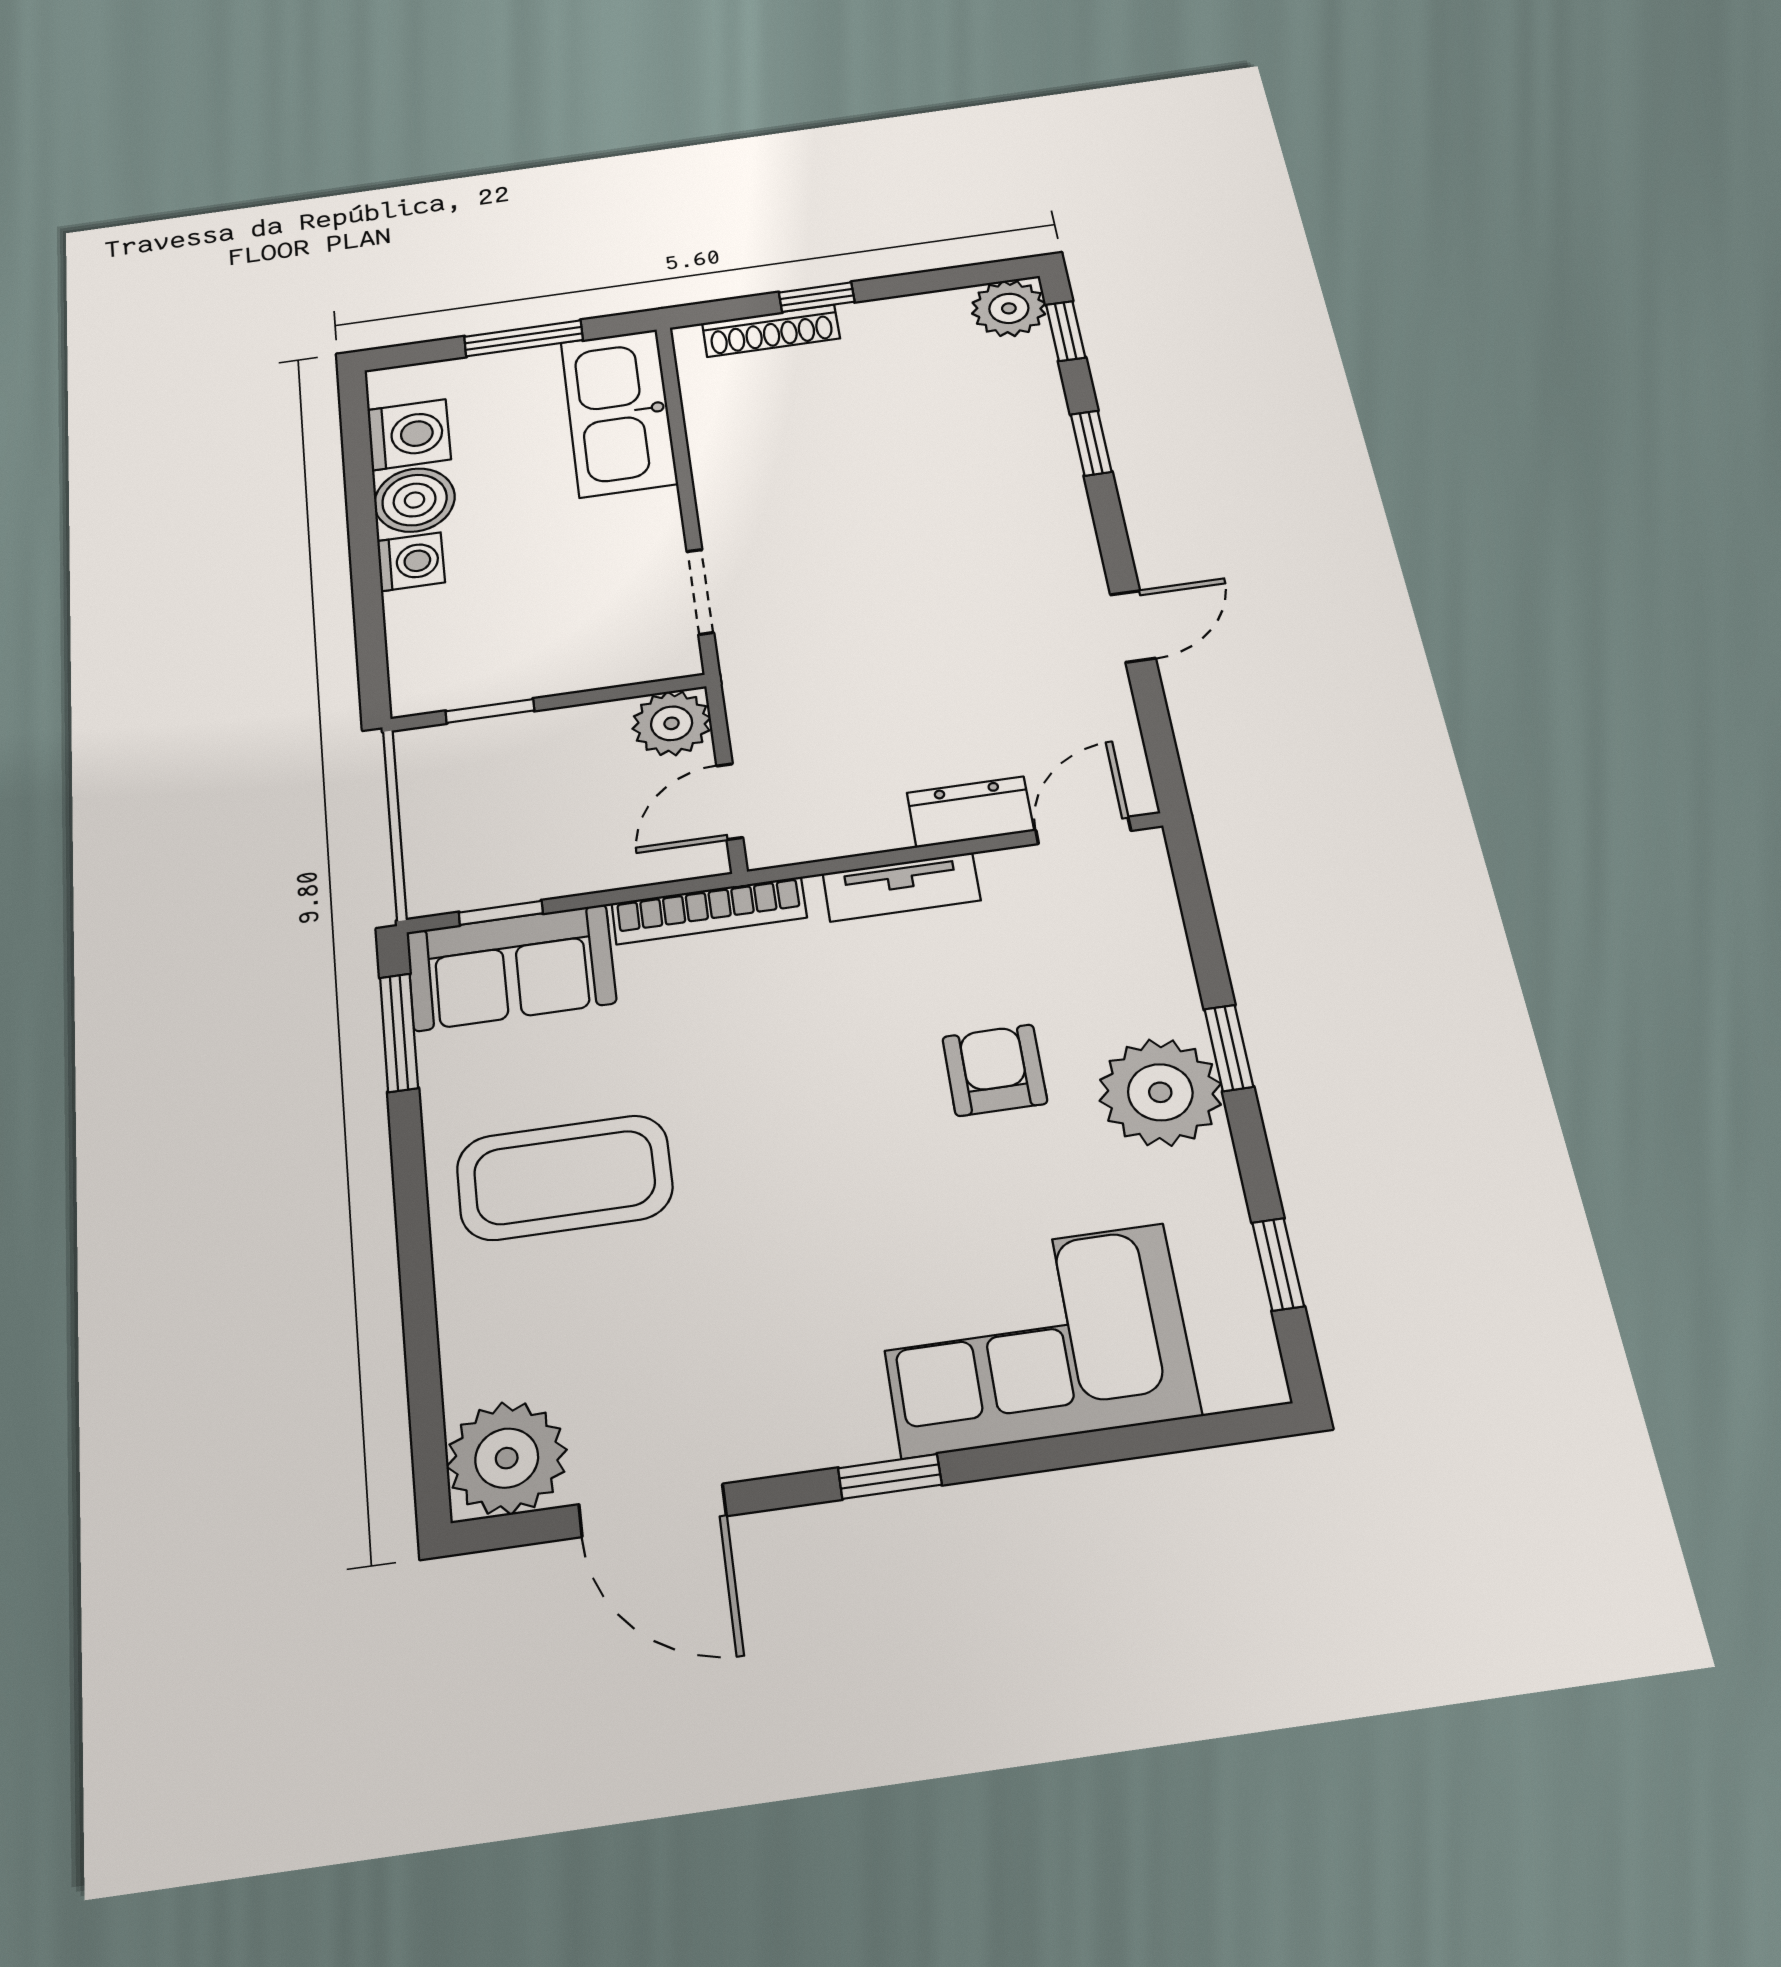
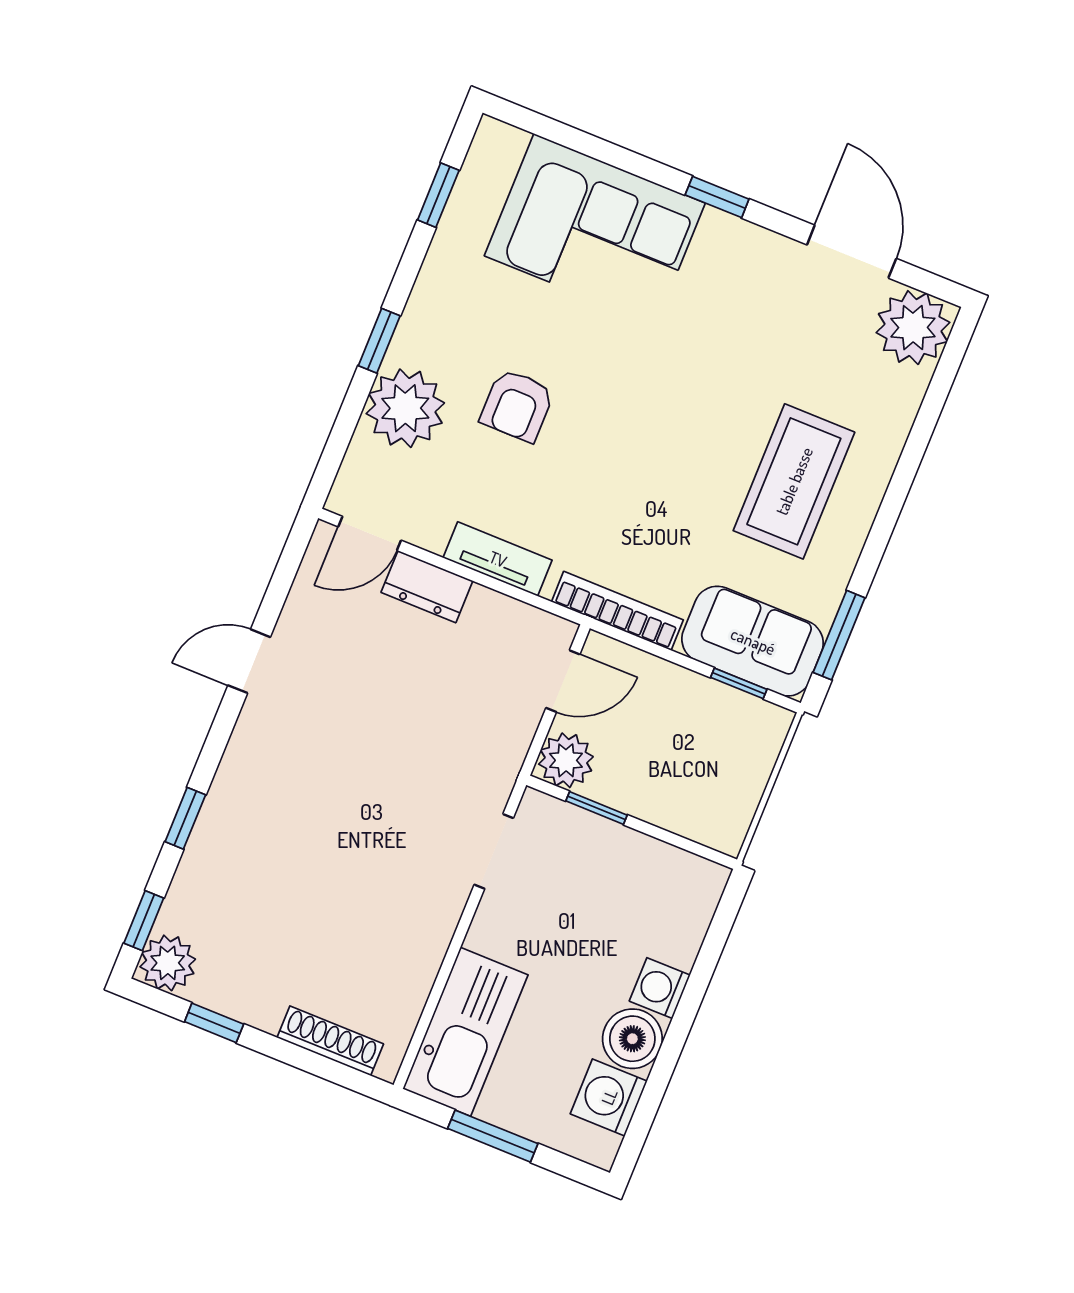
window: (817, 297) -> (214, 1023), moved
window: (490, 711) -> (596, 808), moved
plant: (1160, 1092) -> (405, 408), moved
coffee table: (564, 1177) -> (794, 481), turned 90

